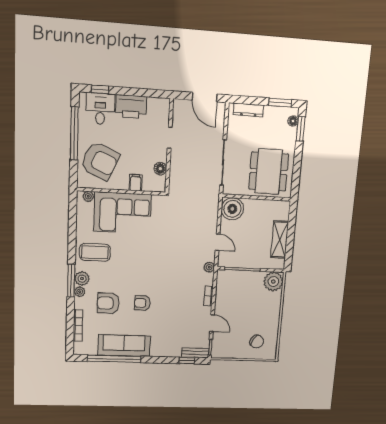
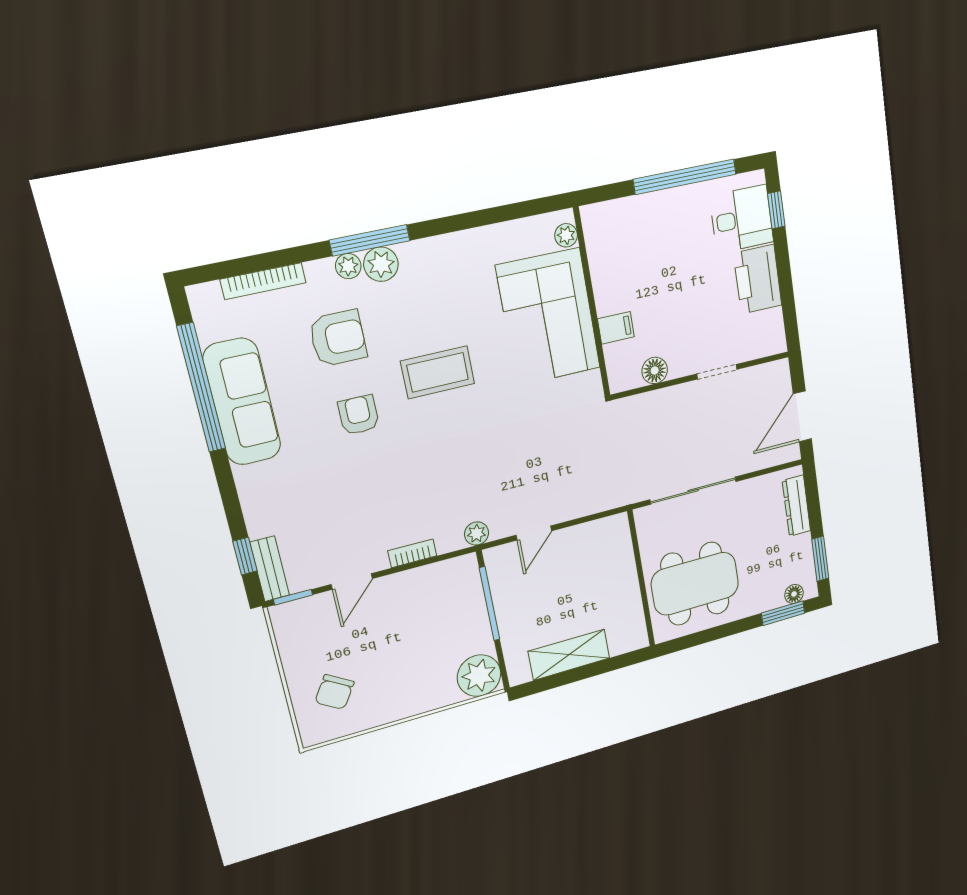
armchair: (100, 161) -> (643, 243), removed
boiler: (232, 209) -> (609, 539), removed
coffee table: (95, 252) -> (438, 372), moved, turned 90
armchair: (108, 303) -> (338, 338), turned 90

